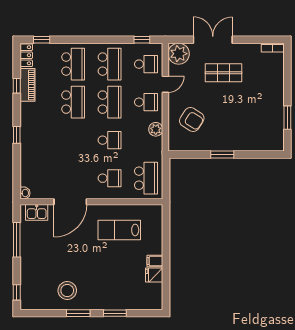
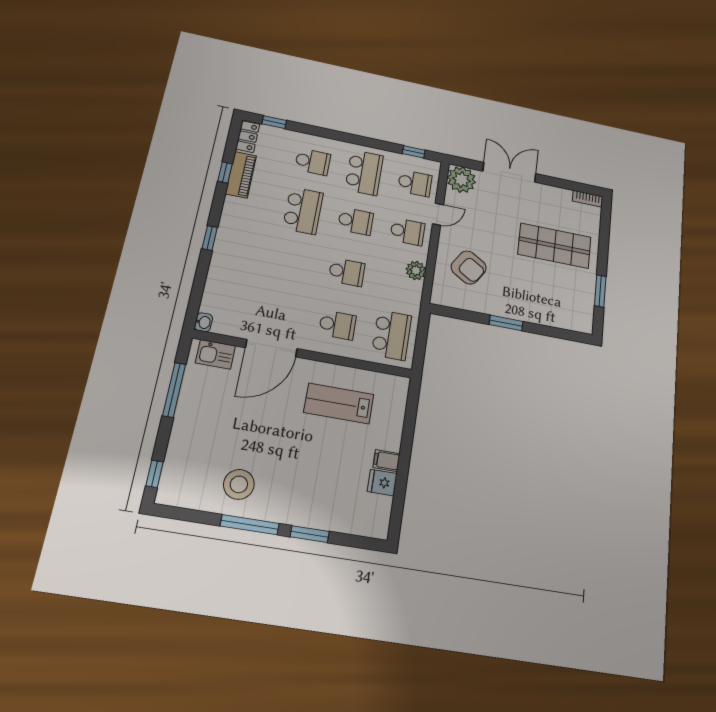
school desk: (73, 64) -> (313, 162), width x0.54
shop shelf: (224, 73) -> (555, 246), moved, width x1.43, depth x1.36
school desk: (110, 102) -> (356, 221), width x0.54
window: (78, 313) -> (250, 525), width x1.44

